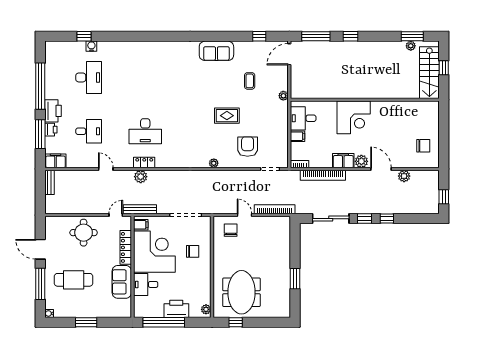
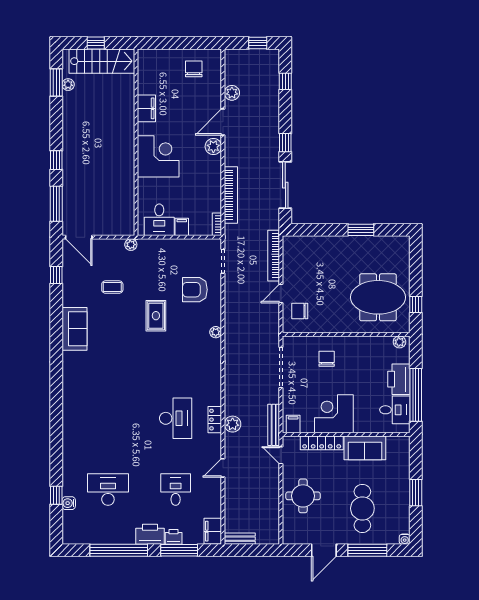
water cooler: (91, 46) -> (69, 503), moved
filing cabinet: (343, 161) -> (146, 108), moved, turned 180
window: (387, 219) -> (285, 81), moved
corner desk: (154, 252) -> (334, 414), width x0.74, depth x0.74
desk: (146, 284) -> (395, 410), moved, turned -90

